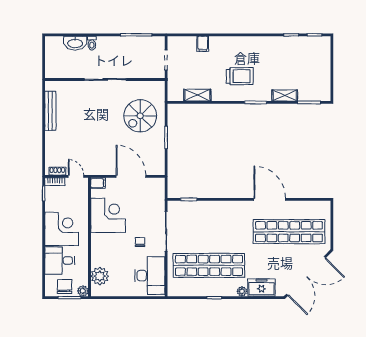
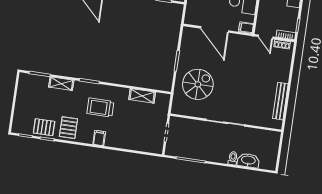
filing cabinet: (203, 44) -> (99, 138), moved
pallet: (296, 47) -> (44, 127), added
pallet: (270, 50) -> (68, 128), added

